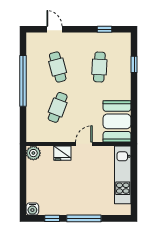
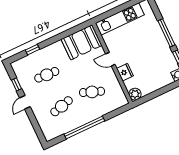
door: (54, 29) -> (25, 102), moved

